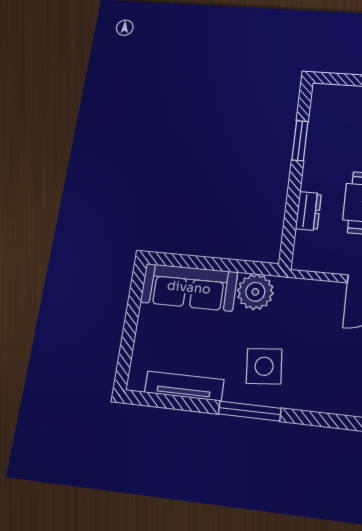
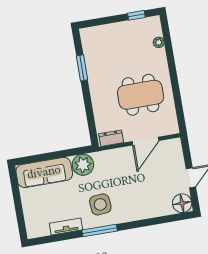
dresser: (308, 211) -> (111, 138), moved, turned -90
tv unit: (184, 386) -> (66, 227), width x0.71

